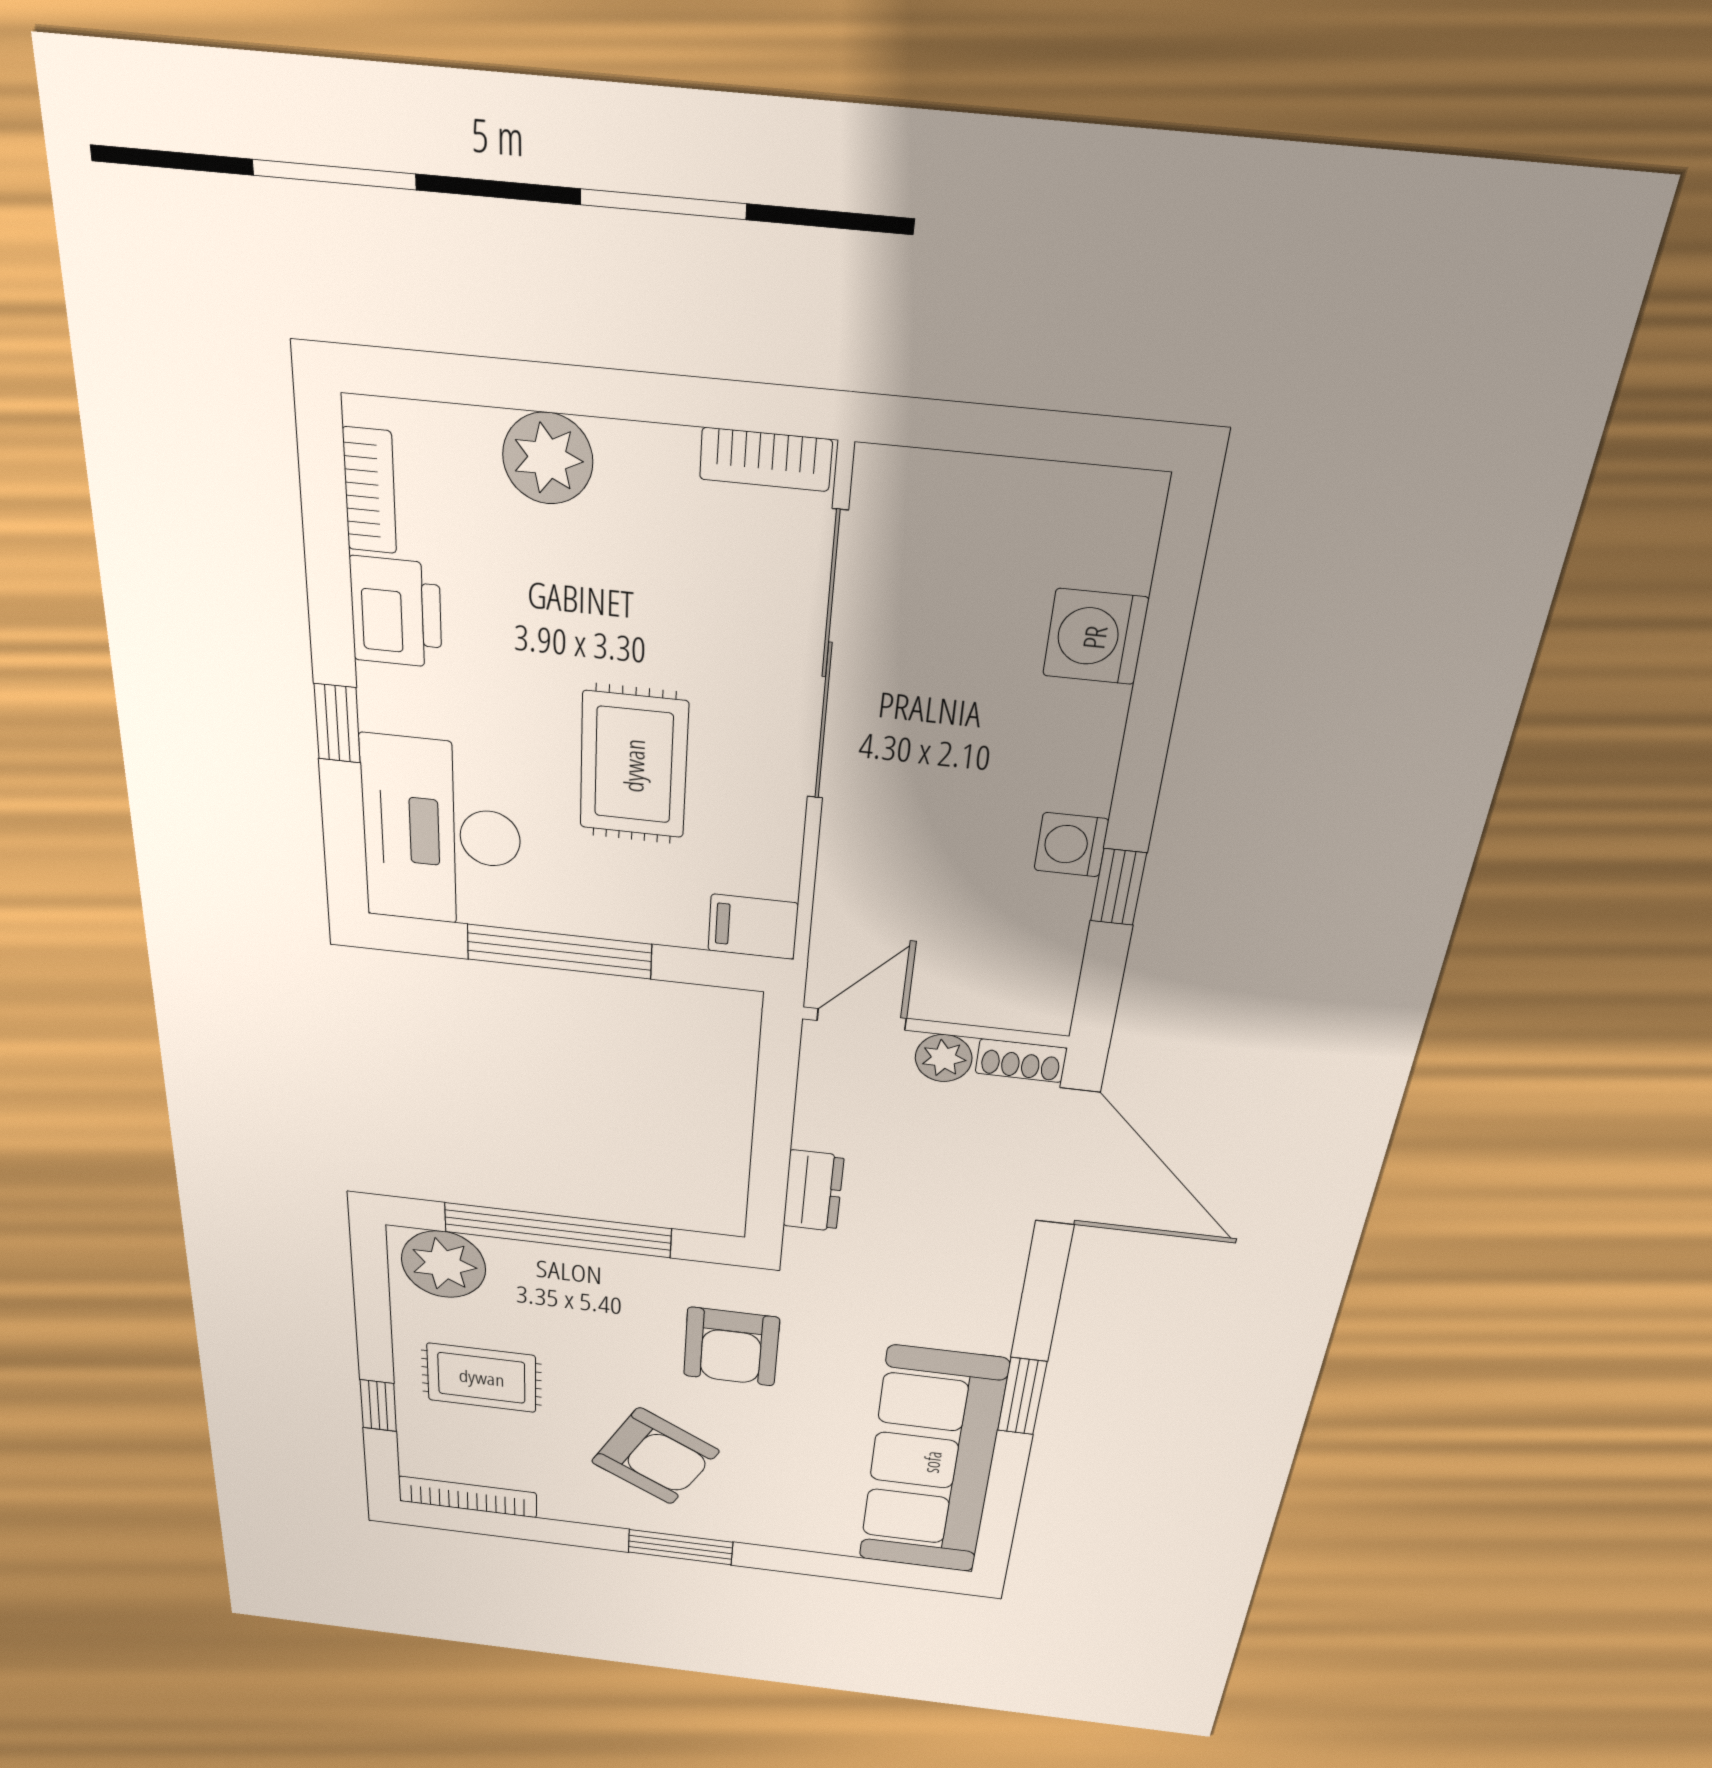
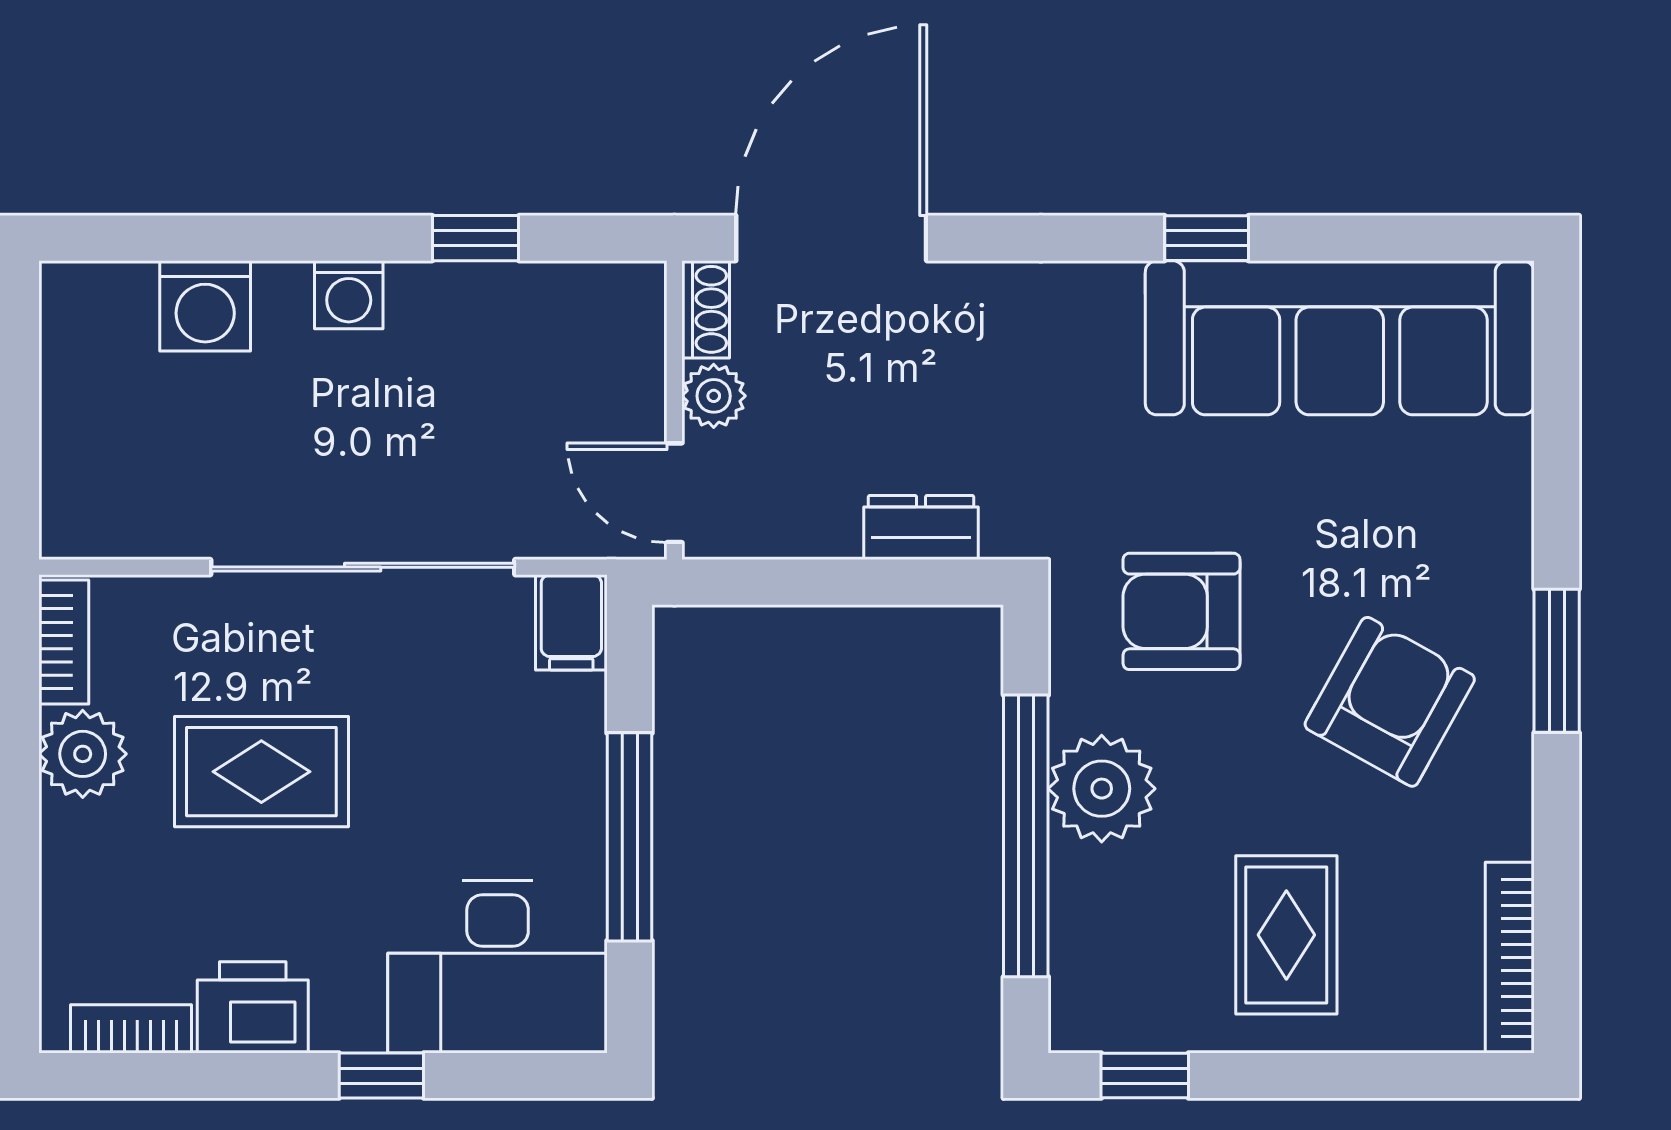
plant: (548, 458) -> (83, 754), moved
sliding door: (827, 659) -> (363, 567), moved
rug: (634, 765) -> (261, 772), moved
washing machine: (1071, 845) -> (349, 295), moved
plant: (443, 1264) -> (1102, 789), moved
armchair: (731, 1347) -> (1182, 611), turned 180
window: (1022, 1396) -> (1207, 238), width x0.67
window: (378, 1406) -> (1145, 1076), moved

